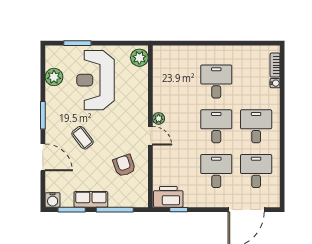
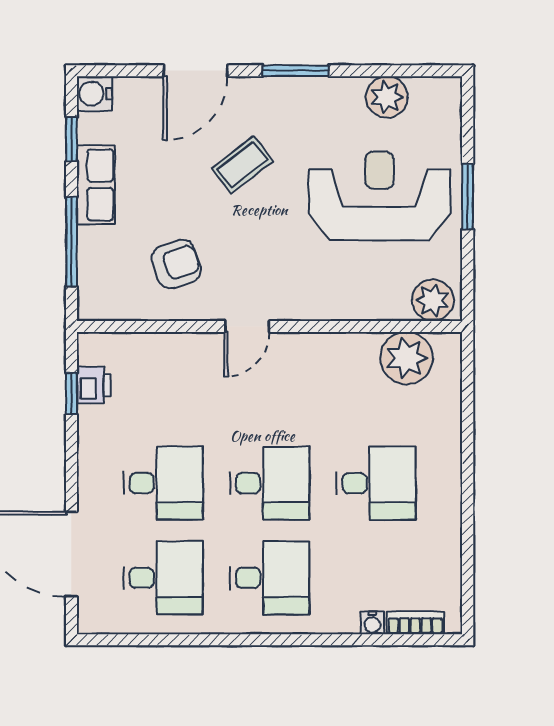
window: (77, 43) -> (468, 197), moved
plant: (159, 118) -> (407, 358), moved, width x1.88, depth x1.88
printer: (168, 197) -> (94, 385), width x0.53, depth x0.68
window: (72, 210) -> (71, 139), width x0.67

